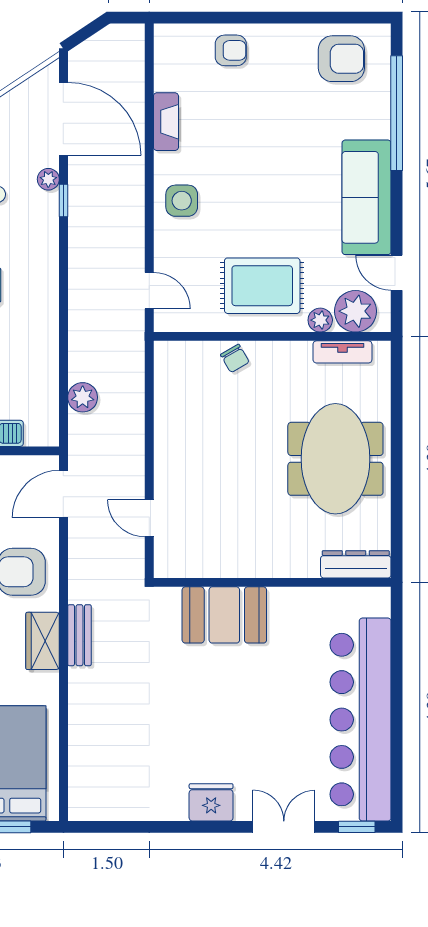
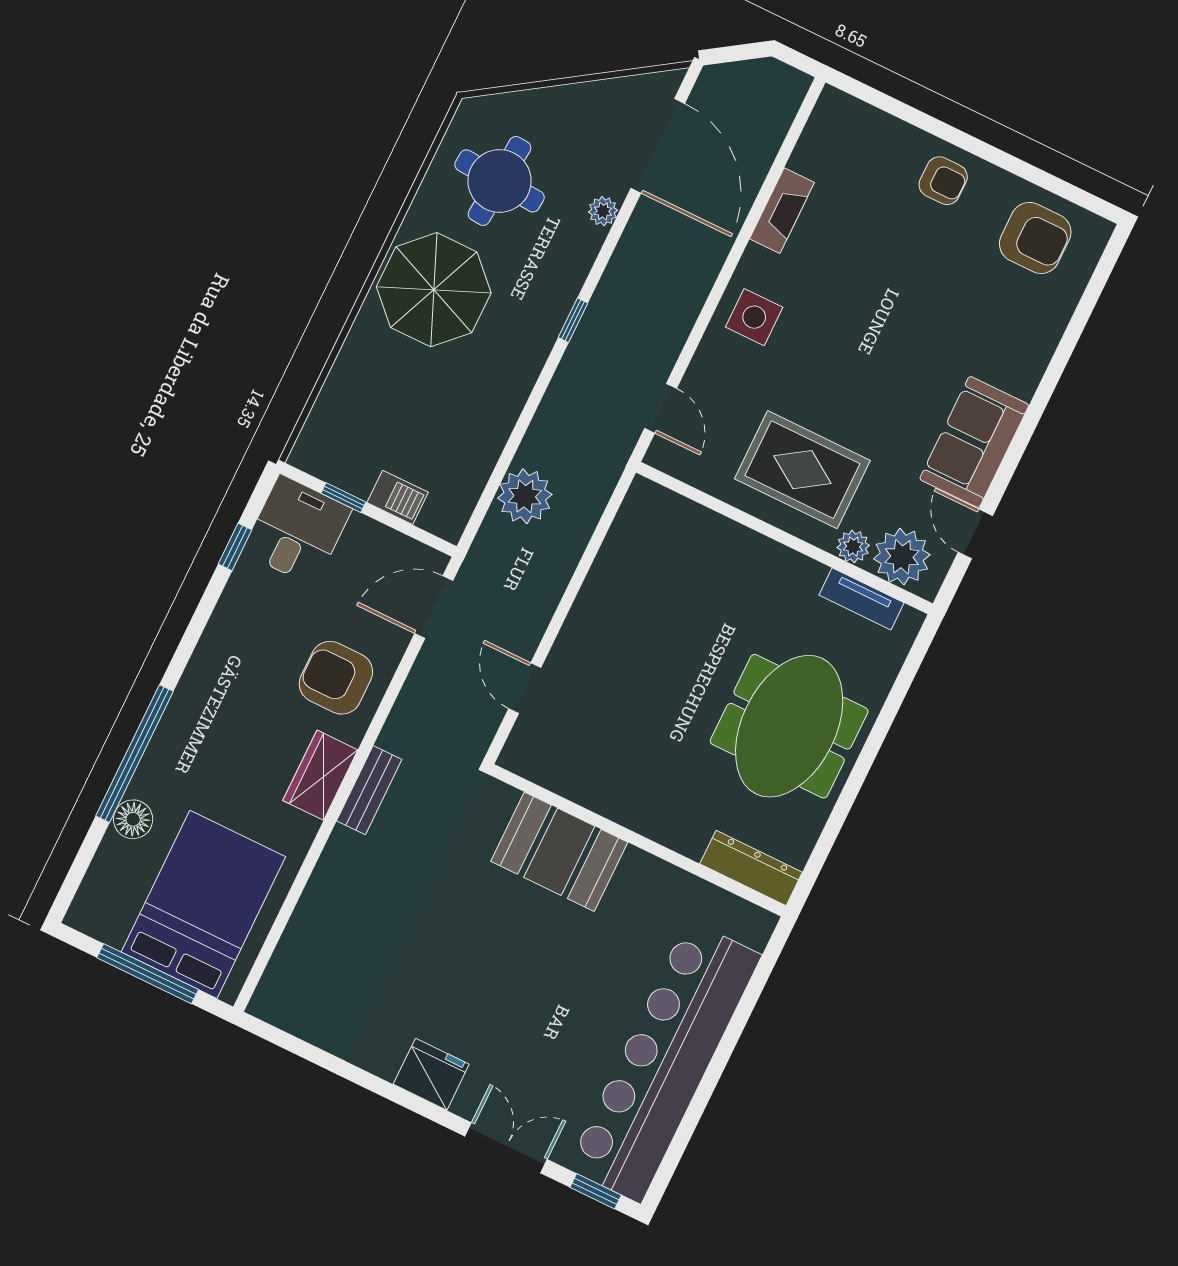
armchair: (231, 50) -> (943, 181), moved
window: (397, 113) -> (1071, 338), removed
sofa: (367, 197) -> (974, 442), width x0.73
window: (63, 200) -> (573, 320), moved
chair: (235, 358) -> (725, 543), removed
plant: (83, 397) -> (525, 496), width x1.36, depth x1.36

